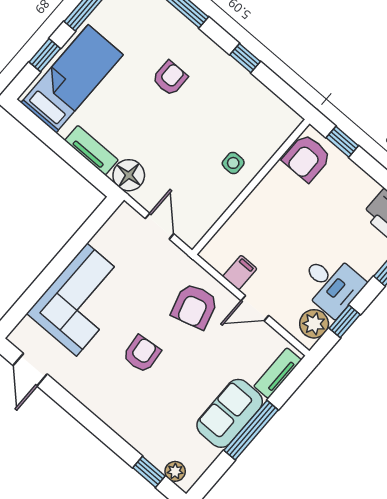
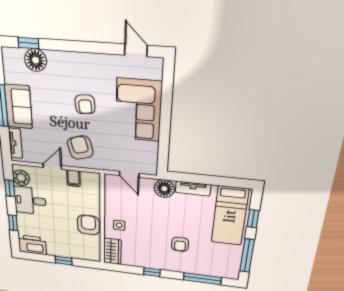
wardrobe: (277, 129) -> (112, 251), added
window: (342, 142) -> (64, 261), moved
armchair: (307, 158) -> (88, 225), moved
floor lamp: (158, 448) -> (36, 60), added
plant: (175, 471) -> (17, 54), removed

